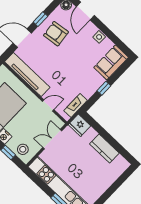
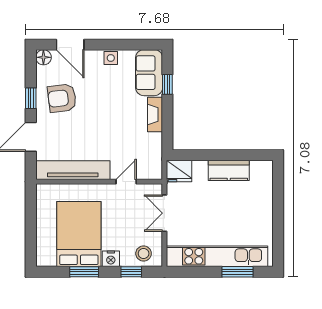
window: (104, 88) -> (167, 84), moved
fireplace: (76, 105) -> (155, 114), moved

